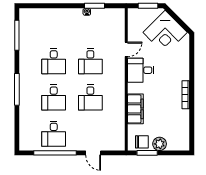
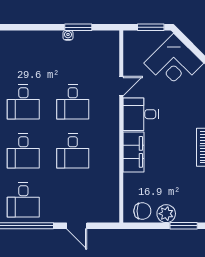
filing cabinet: (135, 109) -> (134, 152), moved
window: (147, 153) -> (184, 226), moved

